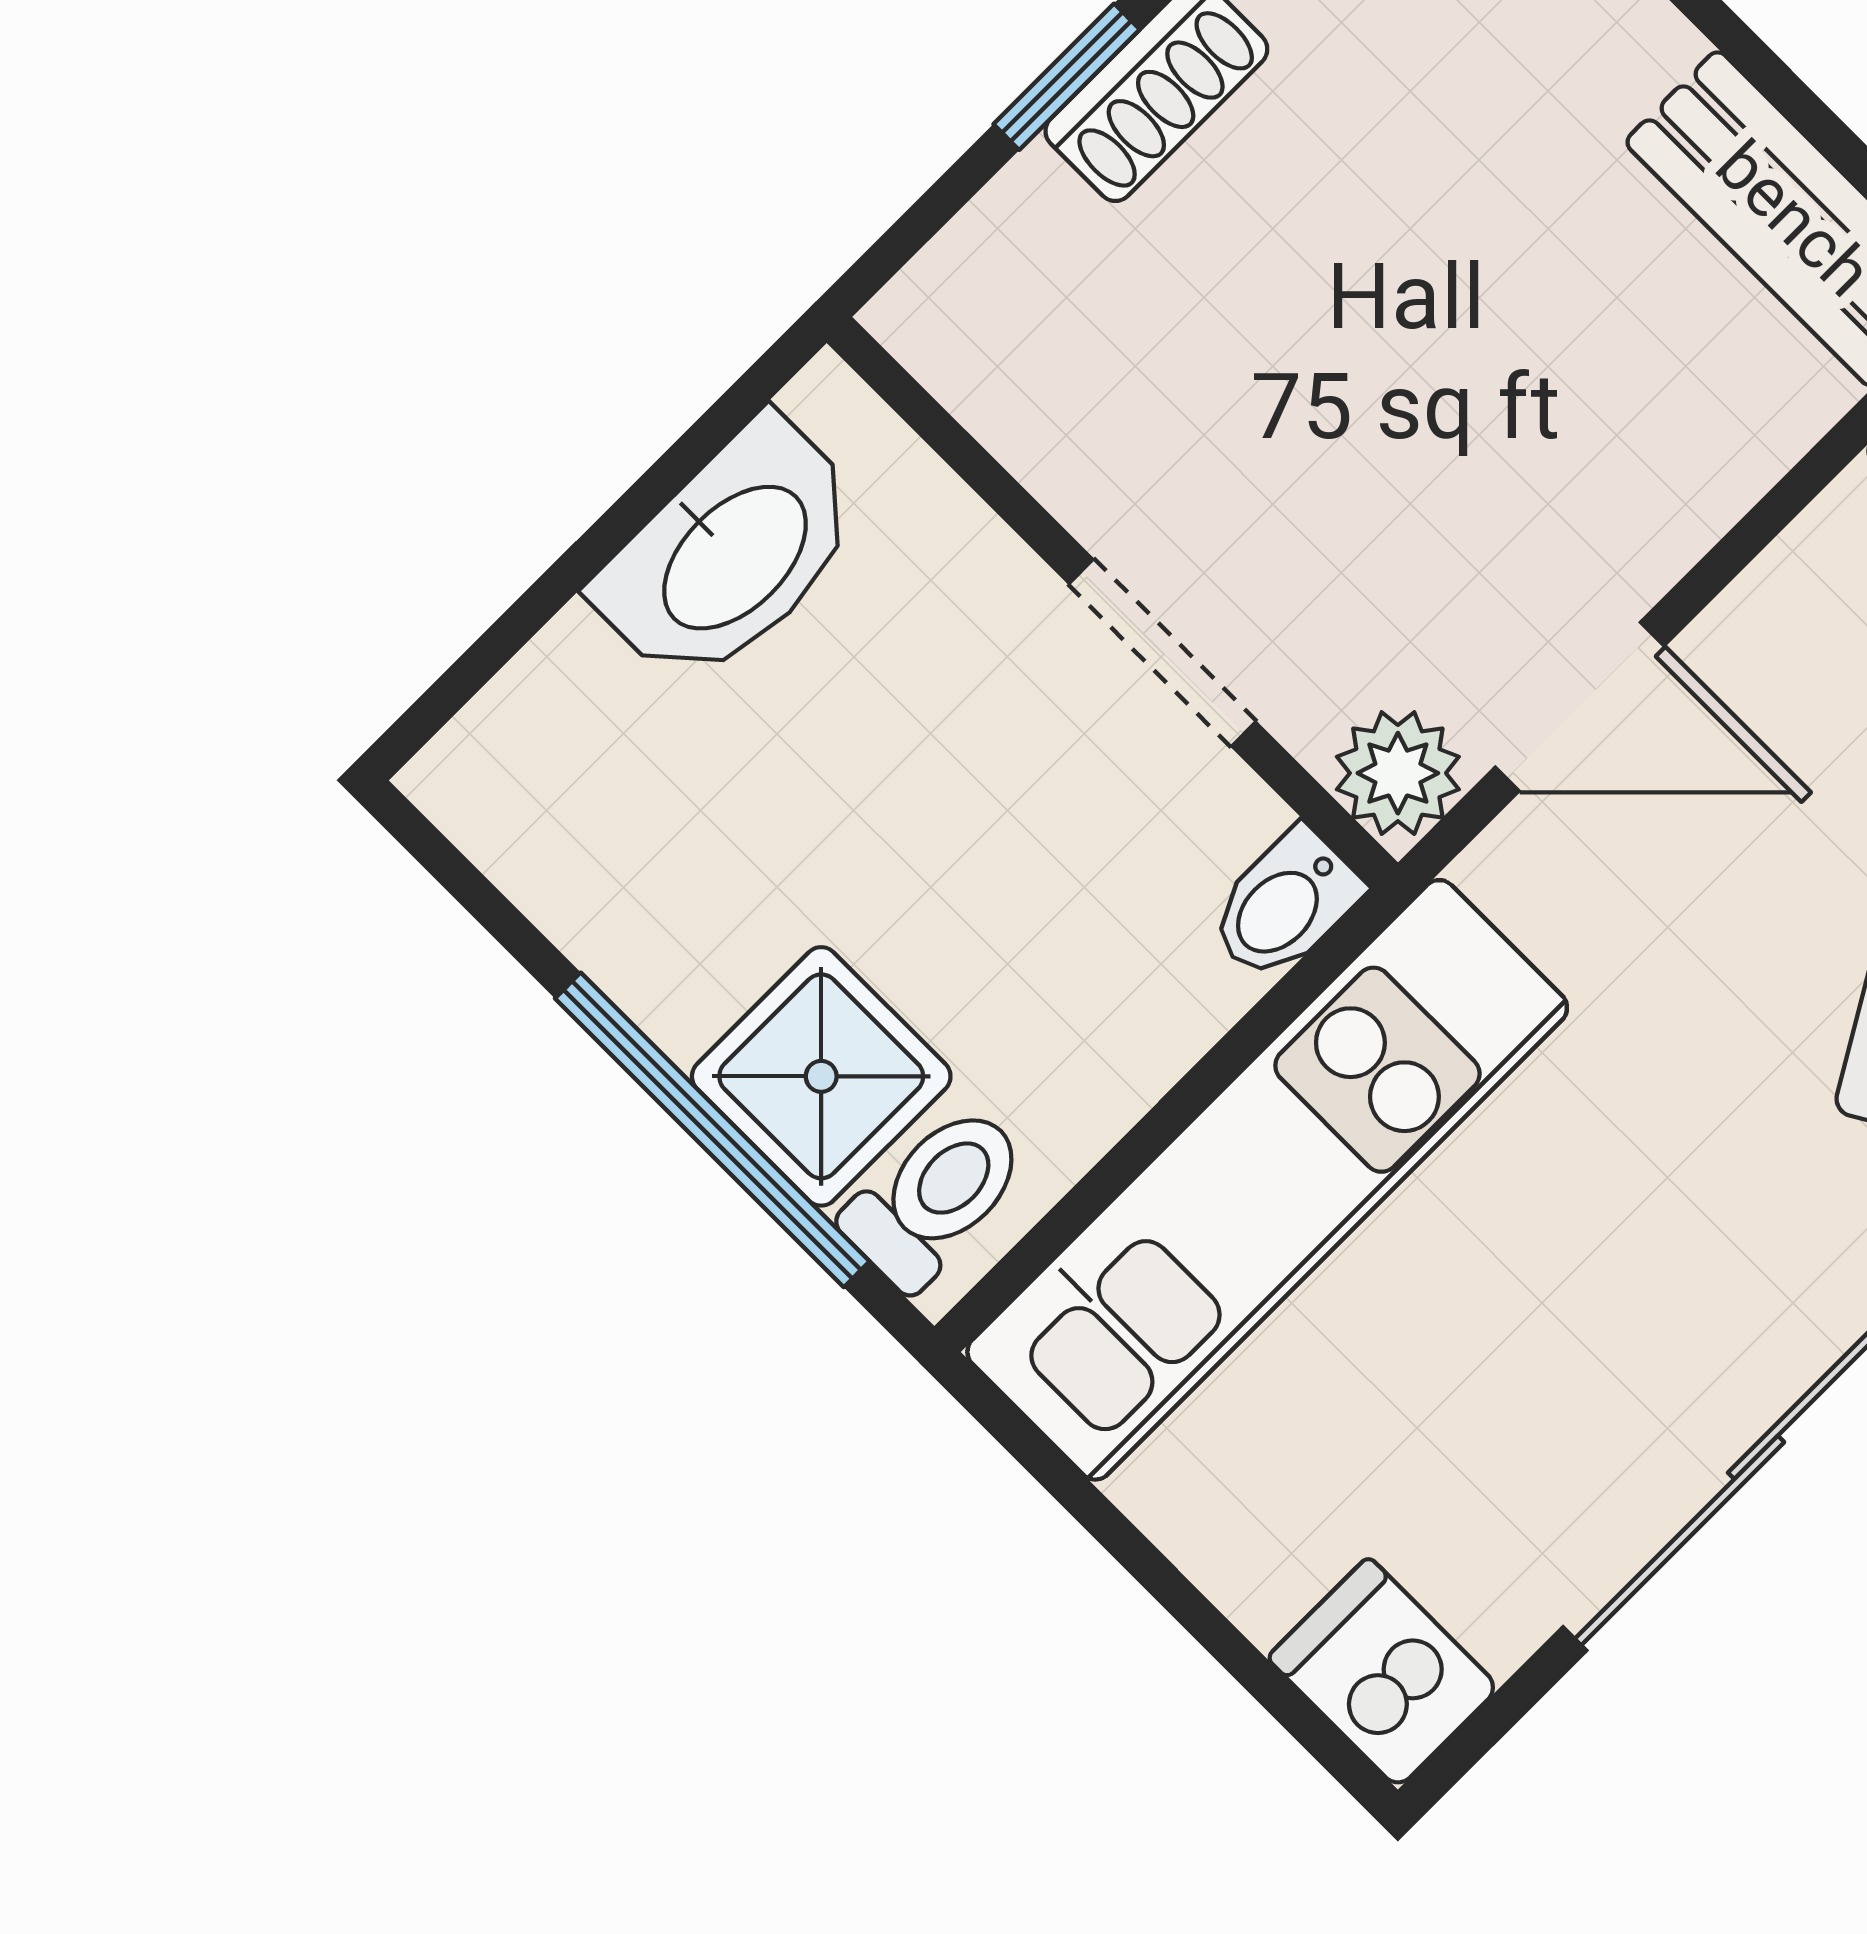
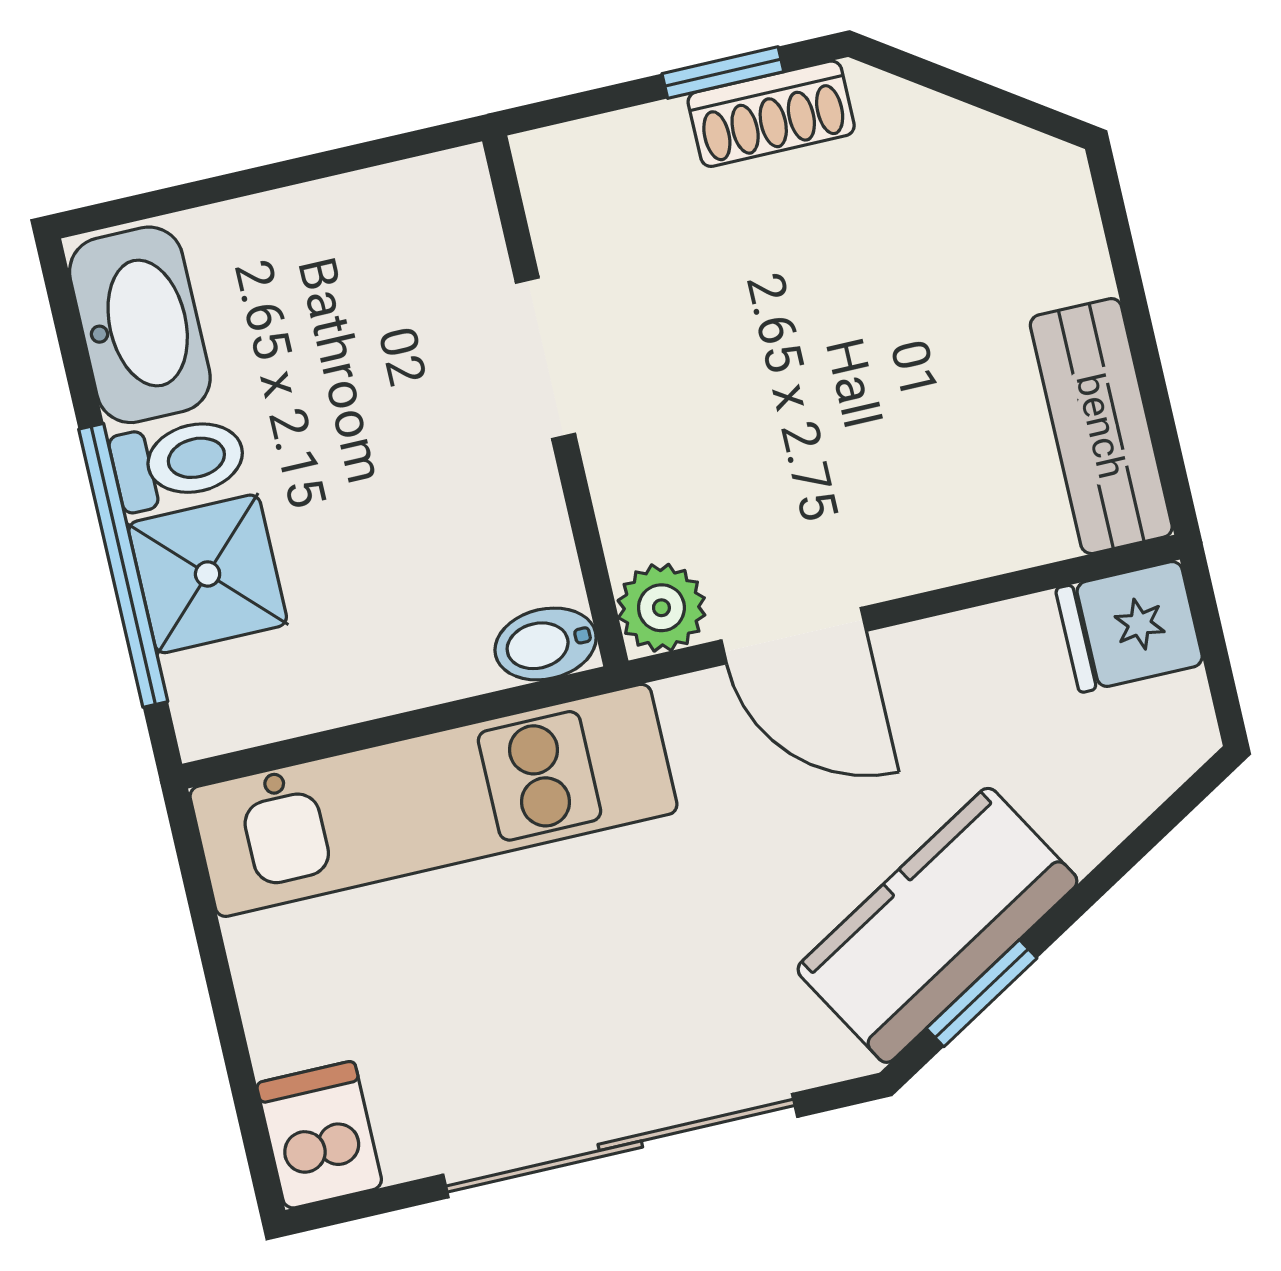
washbasin: (732, 554) -> (140, 325), moved, turned -90
doorway: (1162, 653) -> (545, 358), moved
toilet: (935, 1196) -> (179, 462), moved

